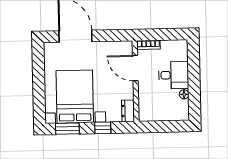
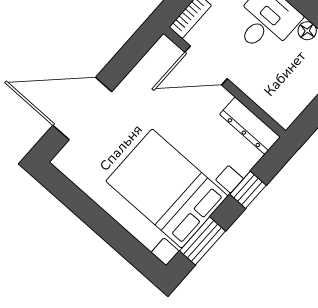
dresser: (128, 111) -> (250, 126), width x1.44

